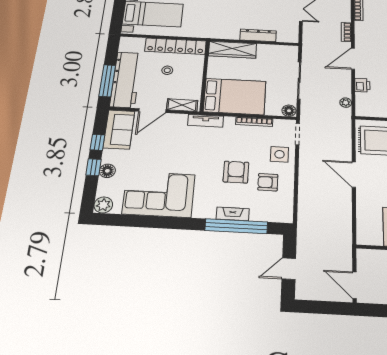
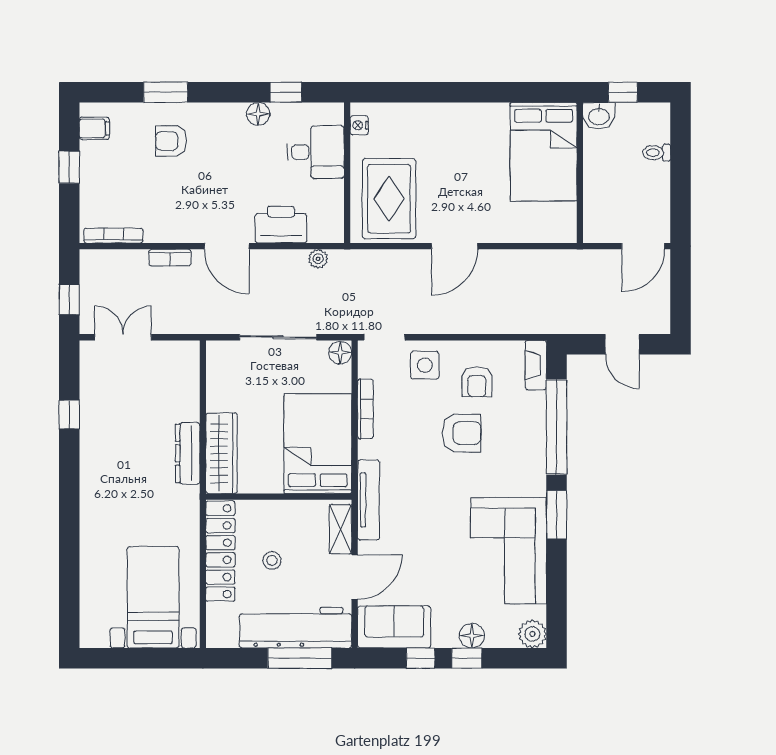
dresser: (258, 35) -> (188, 453), moved
printer: (362, 85) -> (281, 225), width x1.87, depth x1.48
door: (152, 111) -> (355, 577), hinge flipped
tv unit: (206, 121) -> (369, 500), width x1.41
armchair: (236, 172) -> (462, 433), turned 180
fireplace: (233, 214) -> (536, 365), moved
window: (179, 223) -> (557, 515), added

